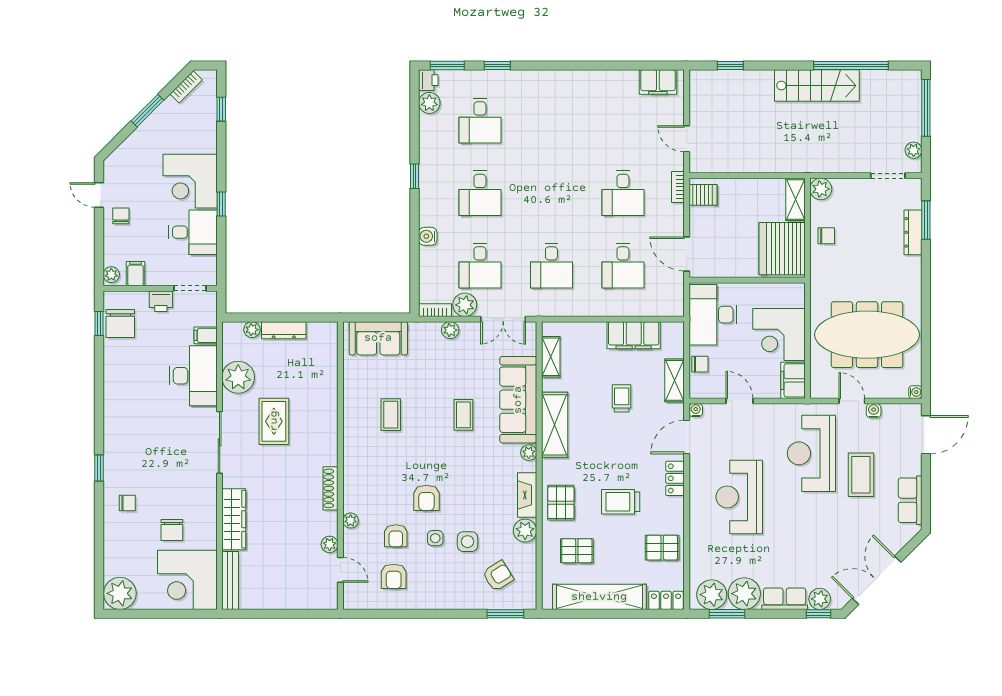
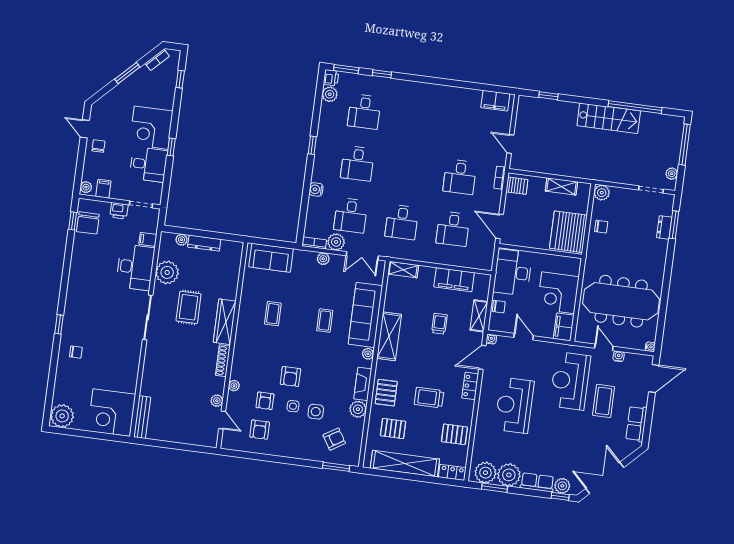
shelving: (795, 199) -> (561, 186), moved, turned 90
dresser: (913, 232) -> (664, 227), width x0.70
shelving: (551, 357) -> (403, 270), moved, turned 90
wardrobe: (234, 519) -> (225, 322), moved, turned 180
chair: (172, 530) -> (105, 375), removed

